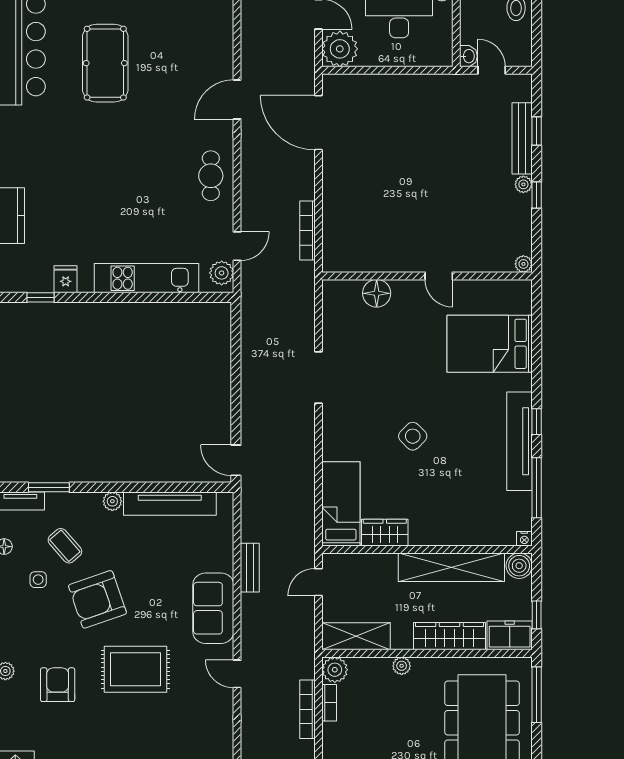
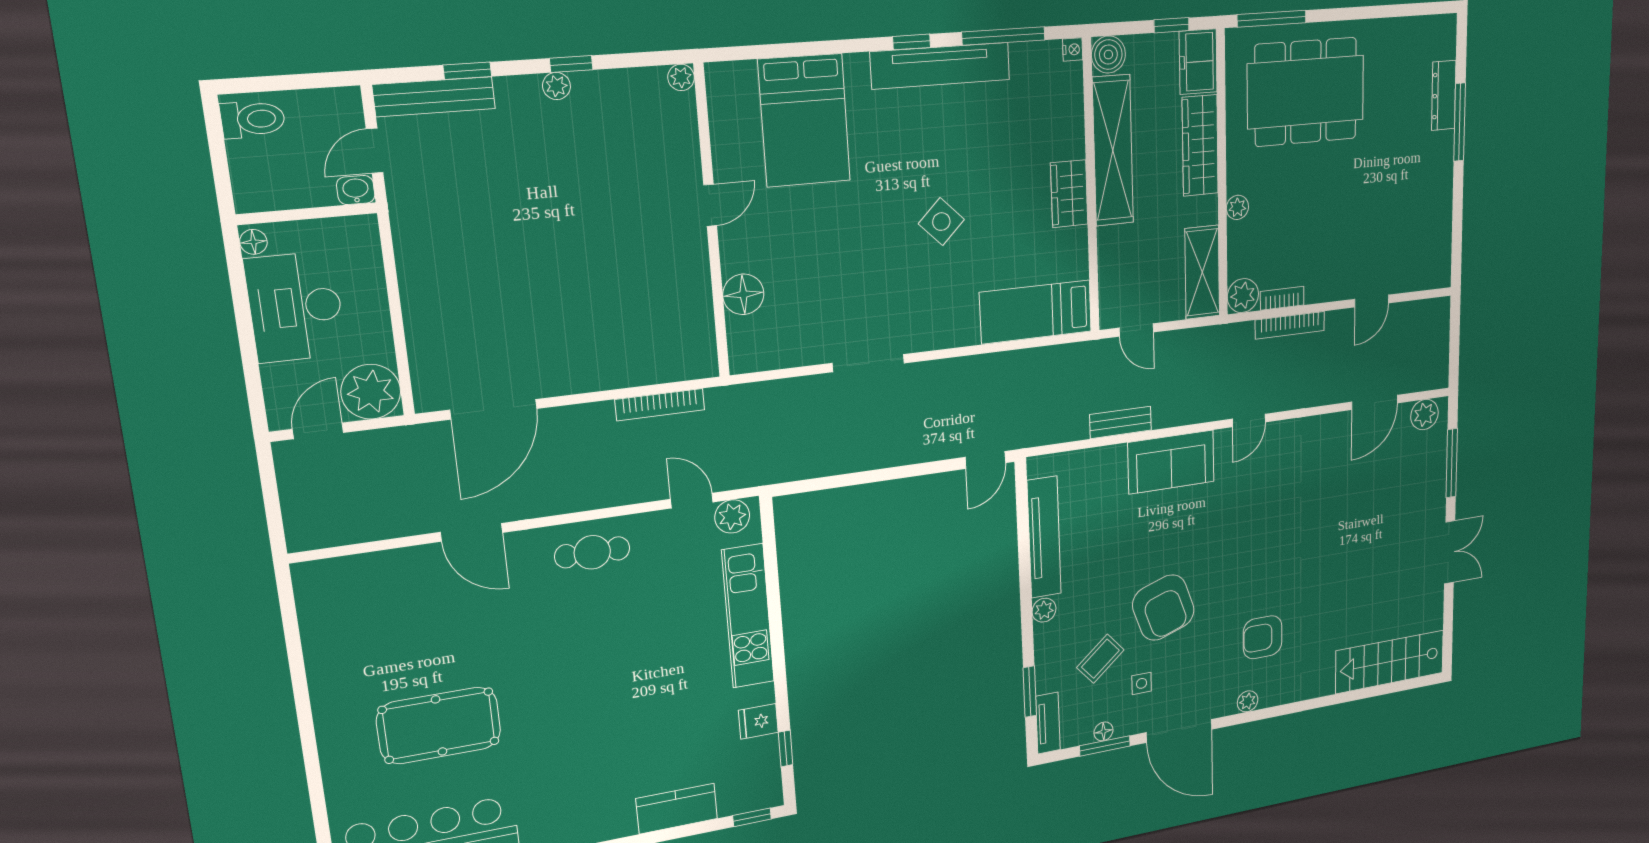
bench: (522, 138) -> (434, 97), moved
wardrobe: (385, 533) -> (1069, 194), moved
rug: (136, 669) -> (1244, 547), removed

